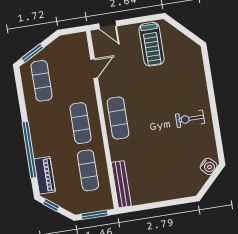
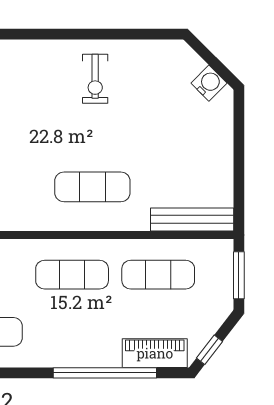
exercise mat: (118, 118) -> (92, 187), moved
water cooler: (209, 166) -> (209, 83), moved

